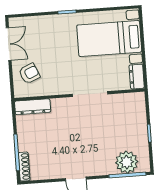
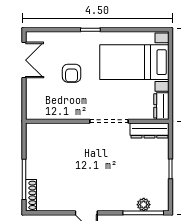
armchair: (29, 73) -> (72, 73), moved, turned 113
dresser: (33, 107) -> (149, 131), moved
plant: (127, 162) -> (144, 205), width x0.53, depth x0.53

